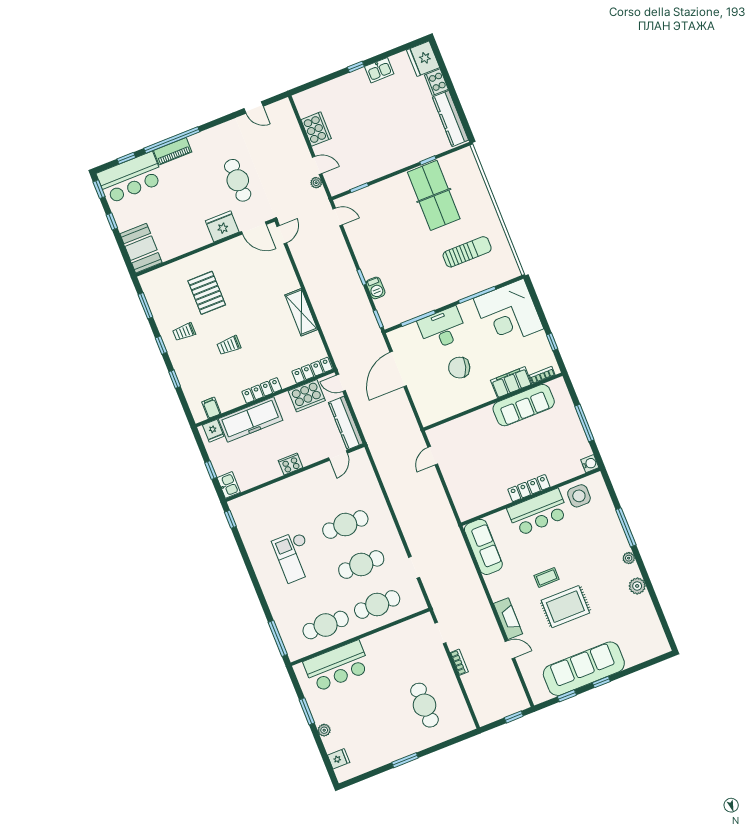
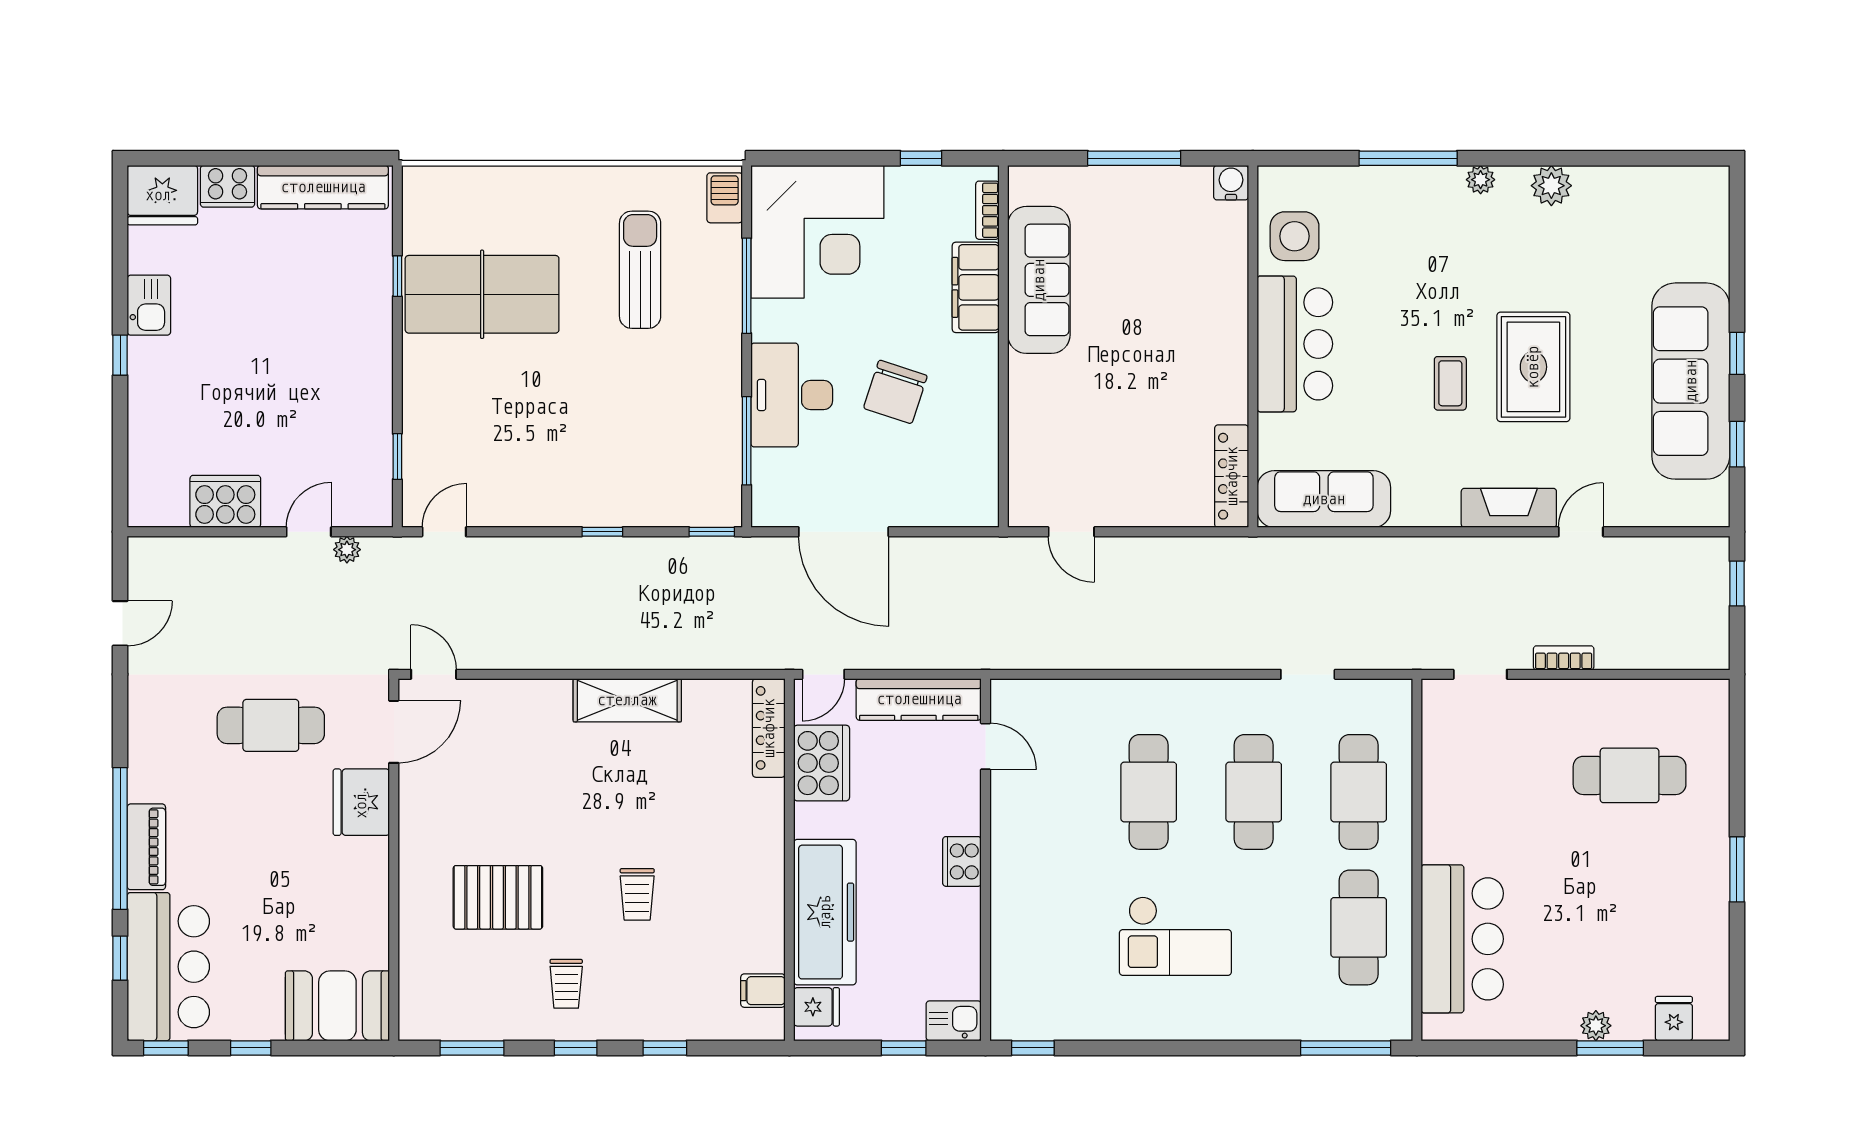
barbecue: (376, 288) -> (725, 198), moved, turned -90
locker: (262, 390) -> (769, 860), removed
locker: (529, 488) -> (1232, 476), moved
window: (307, 711) -> (1610, 1048), moved

